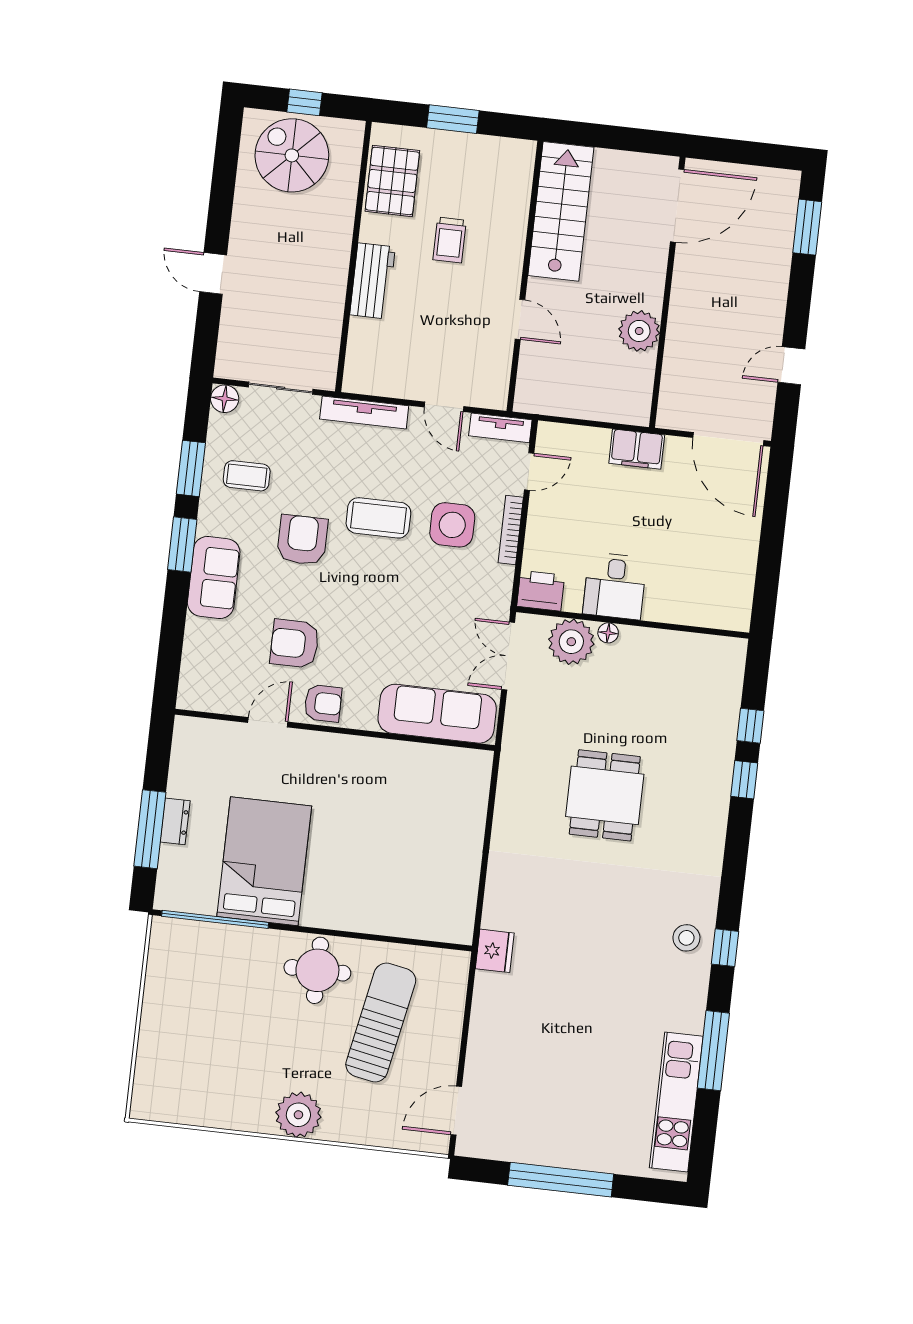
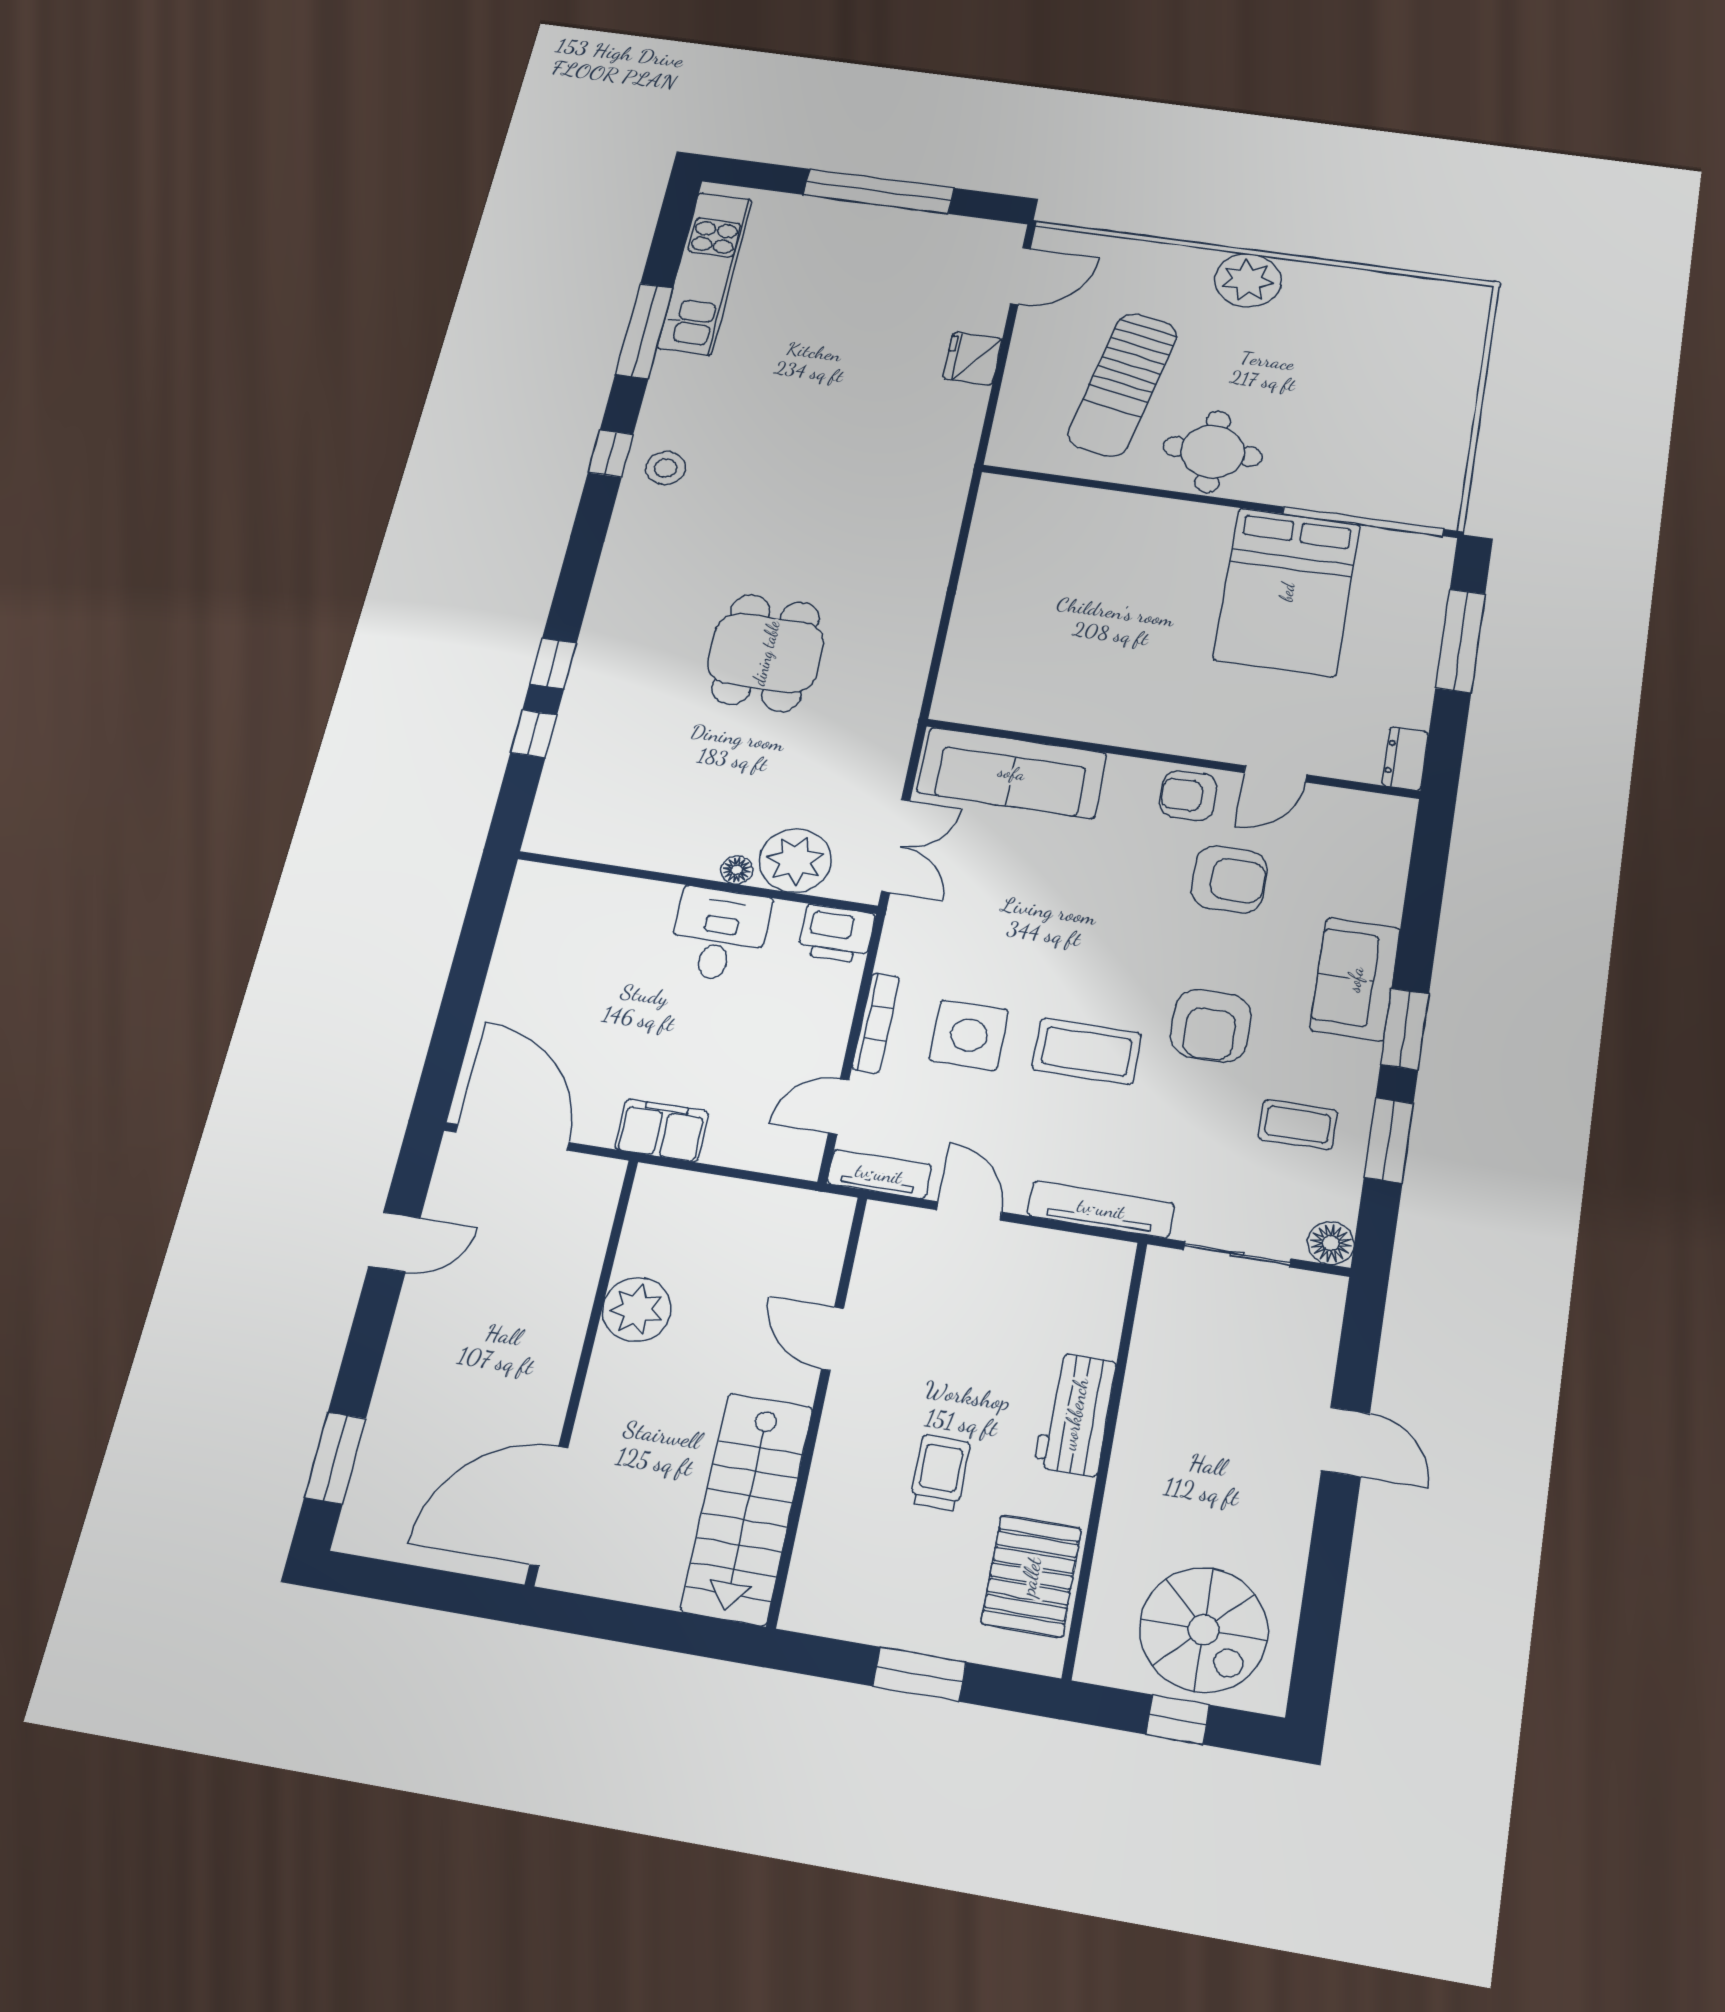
dresser: (175, 821) -> (1405, 759), moved
fridge: (495, 951) -> (973, 359), moved

